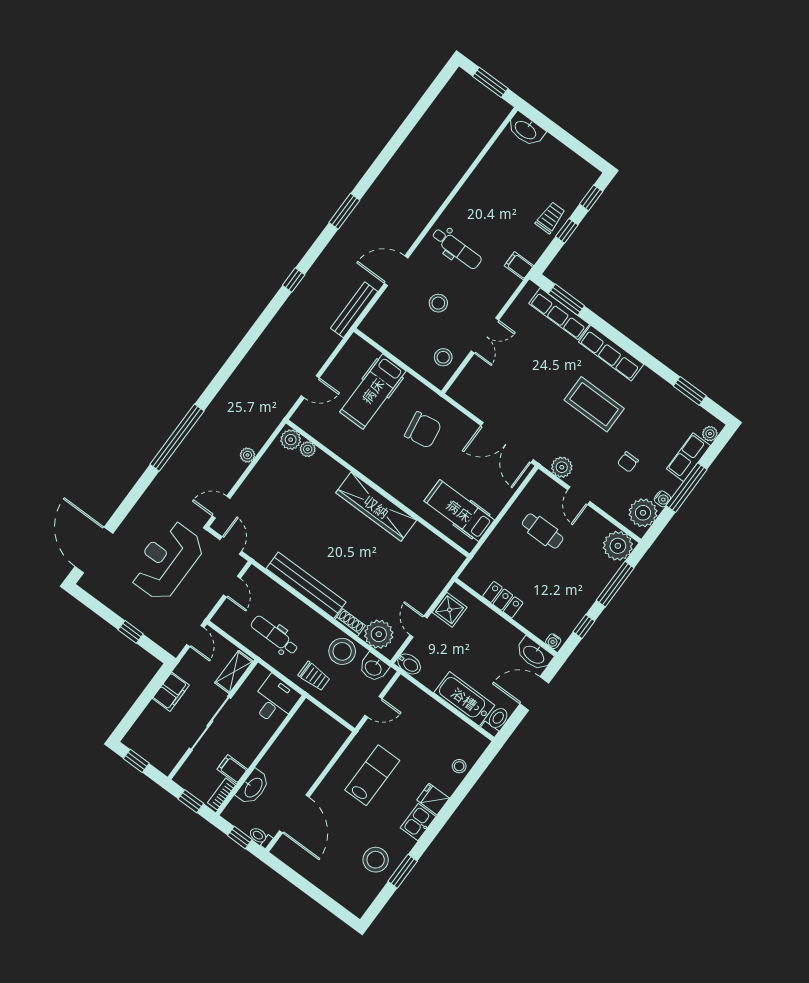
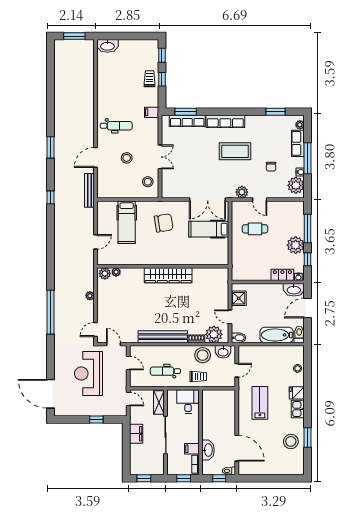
hospital bed: (459, 511) -> (209, 229), moved
plant: (618, 546) -> (296, 245), moved
locker: (503, 600) -> (282, 275), moved

